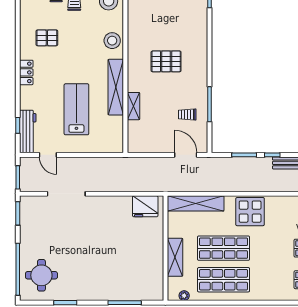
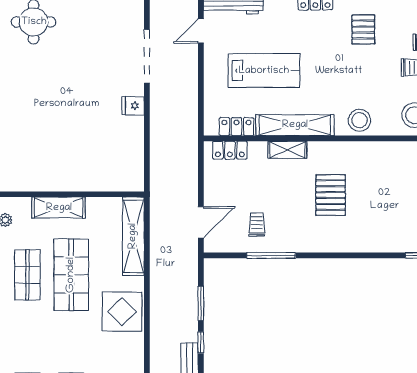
shelving: (133, 106) -> (287, 150), moved
locker: (117, 129) -> (236, 127), added
locker: (134, 134) -> (230, 150), added
fridge: (145, 206) -> (133, 106), moved, width x0.53, depth x0.75
shop shelf: (224, 280) -> (27, 275), width x0.70, depth x0.74

